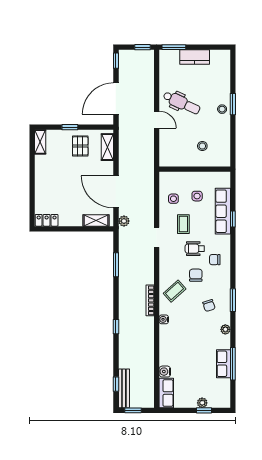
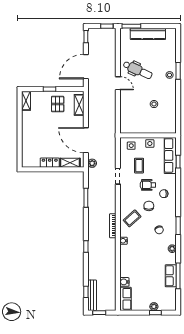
kitchen counter: (195, 57) -> (148, 34), width x1.50
wall: (195, 169) -> (148, 135), moved
locker: (47, 220) -> (50, 163), moved

